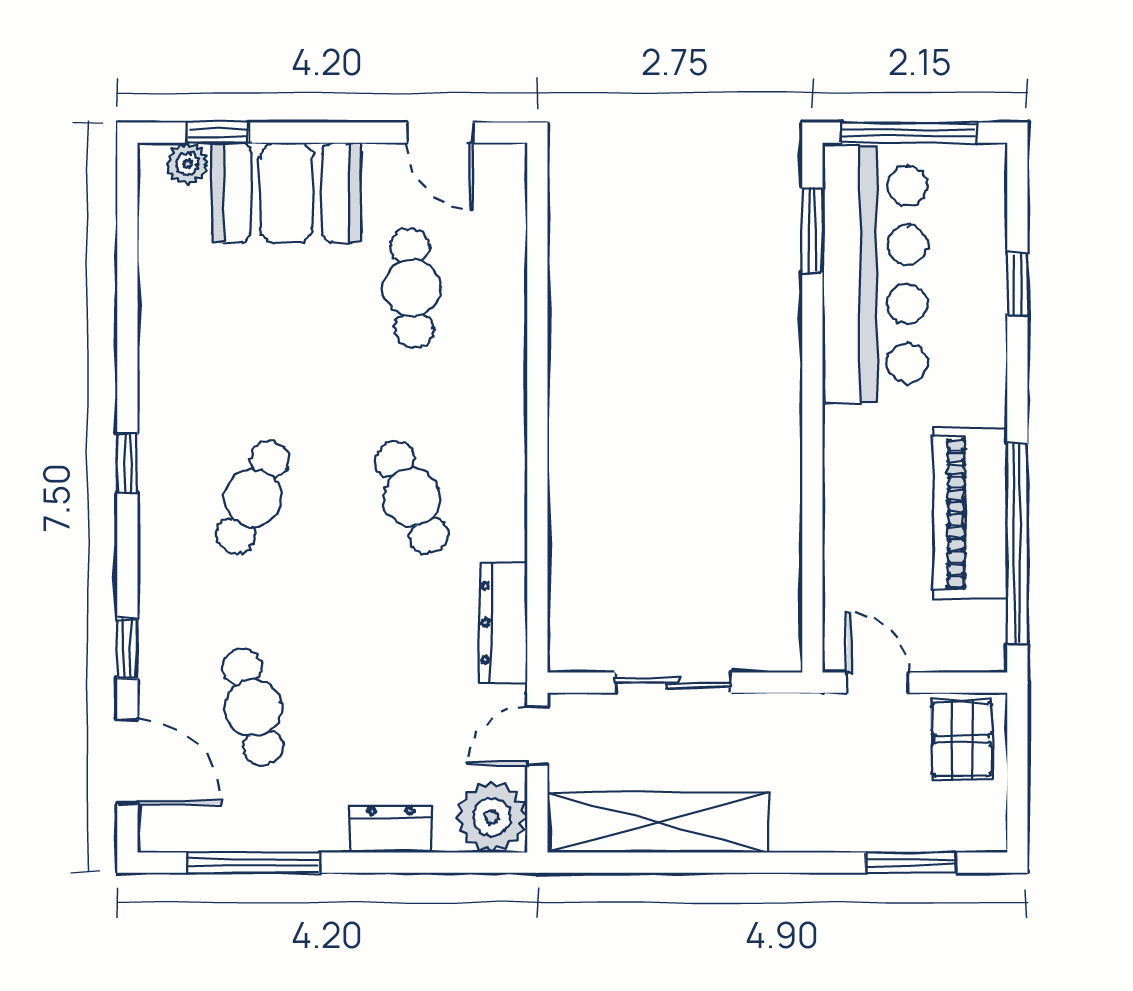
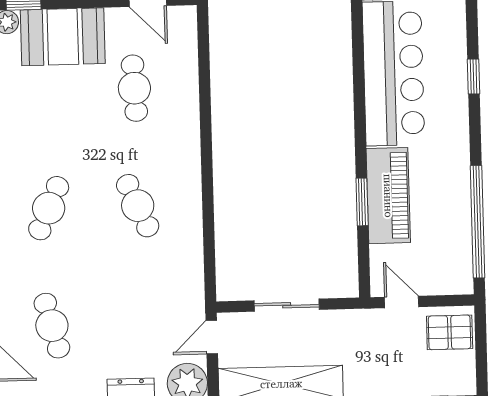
window: (812, 231) -> (362, 202), moved
piano: (970, 513) -> (388, 196), moved, turned 180
dresser: (504, 623) -> (191, 274), removed
pallet: (962, 739) -> (450, 332), turned 90

